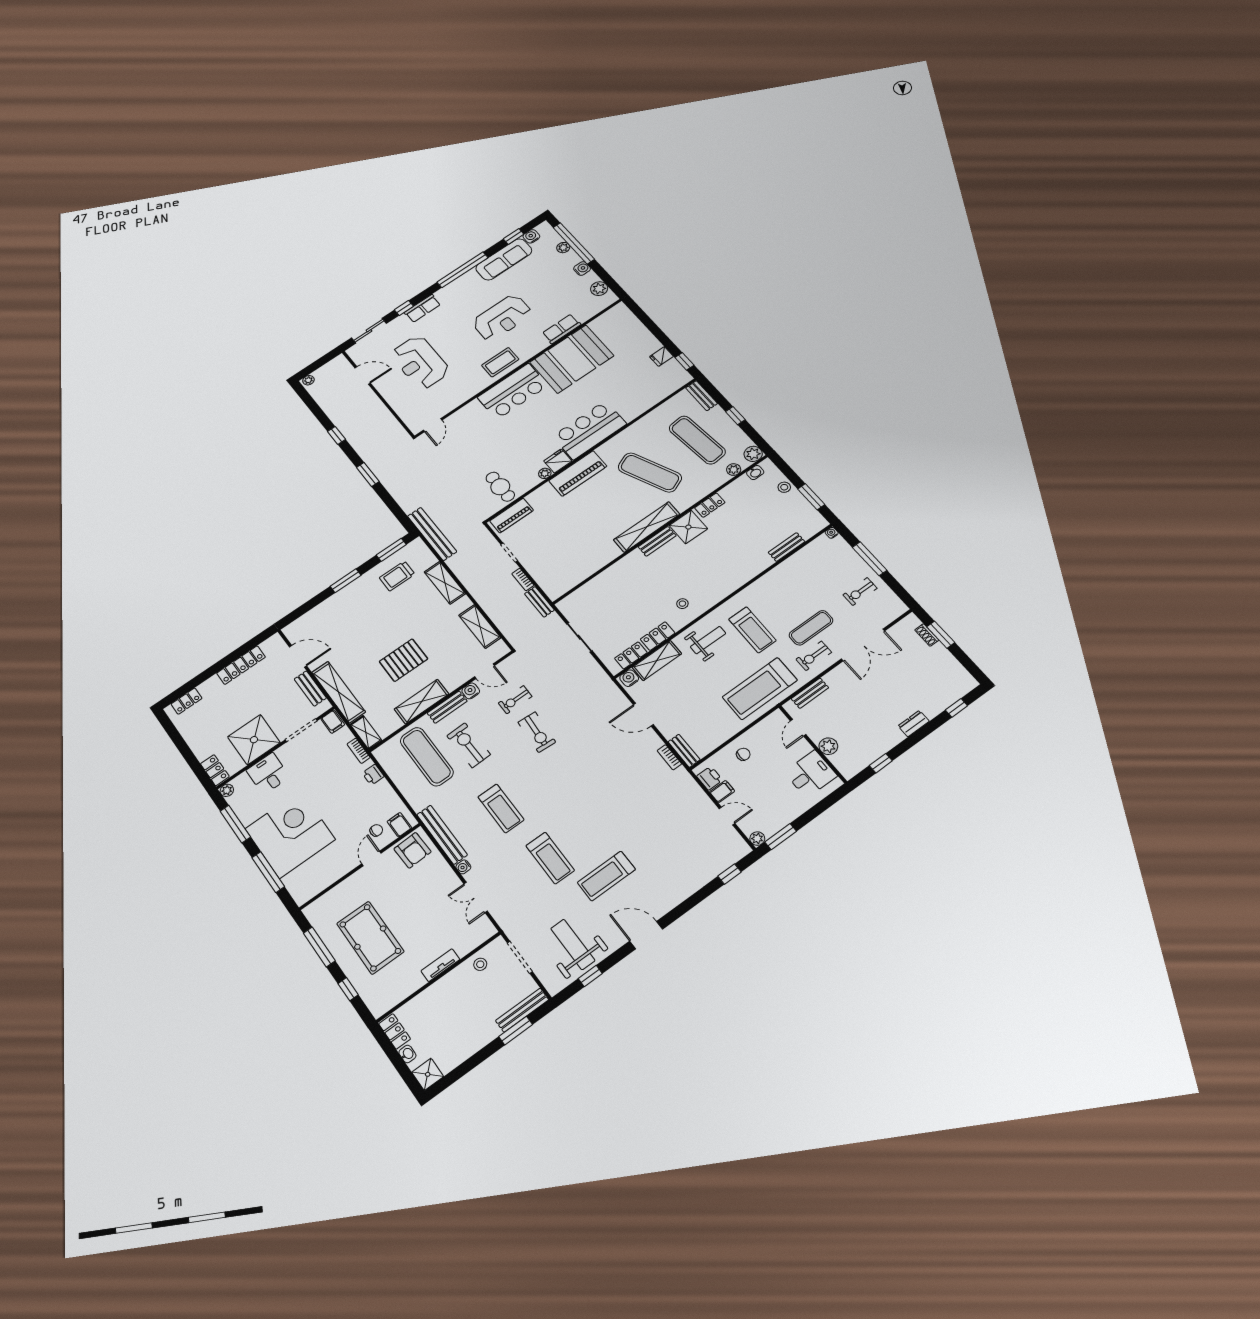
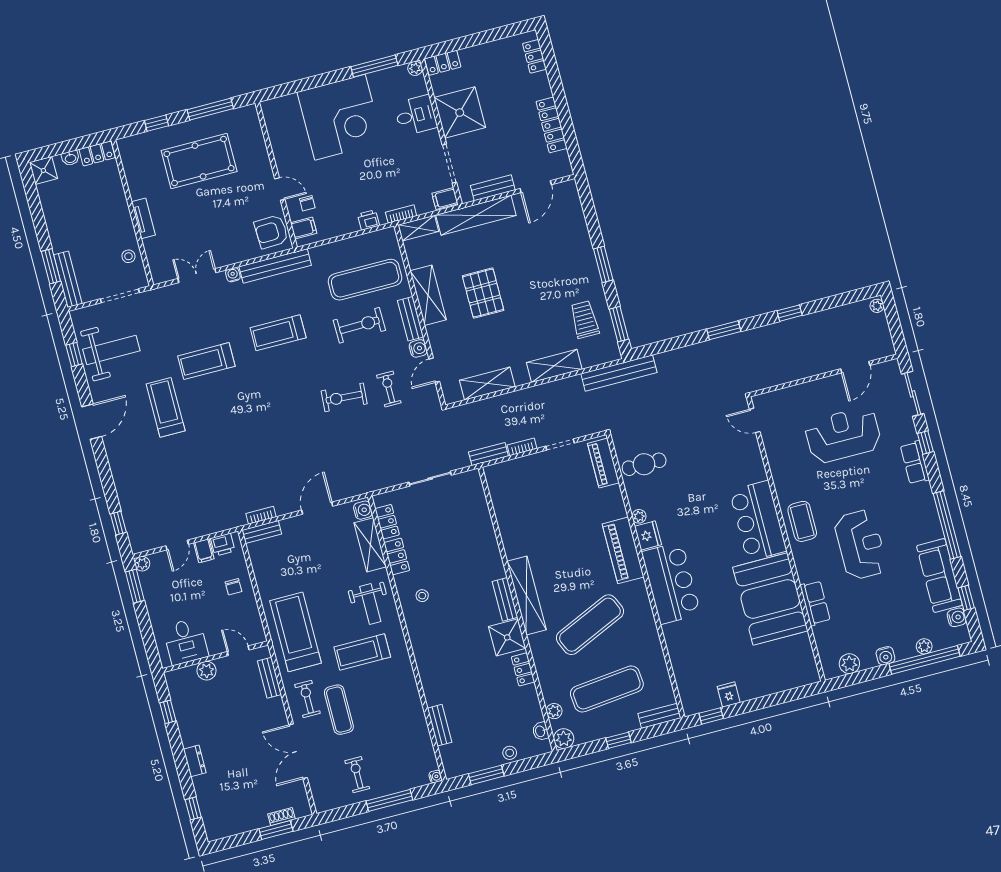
reception desk: (502, 318) -> (861, 545), turned 180
window: (268, 872) -> (309, 83), removed

